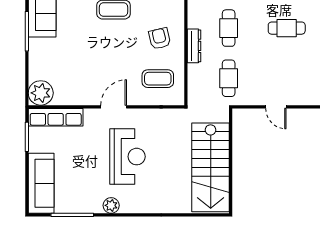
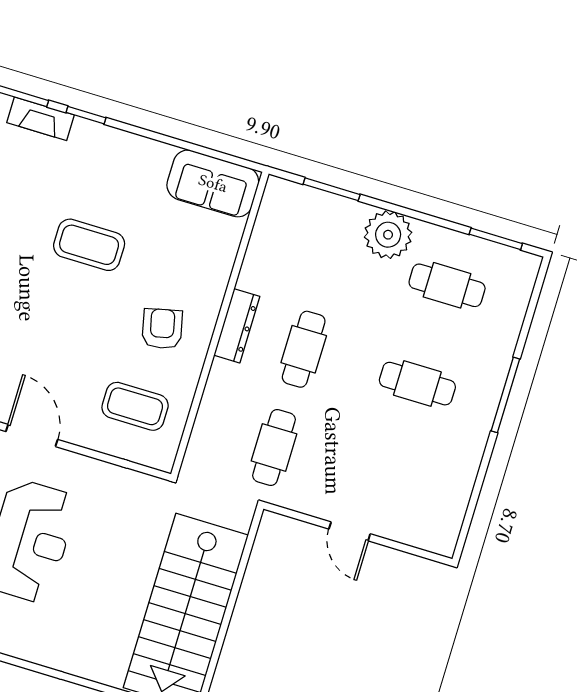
dresser: (194, 46) -> (237, 326), moved
door: (114, 107) -> (32, 435), hinge flipped

